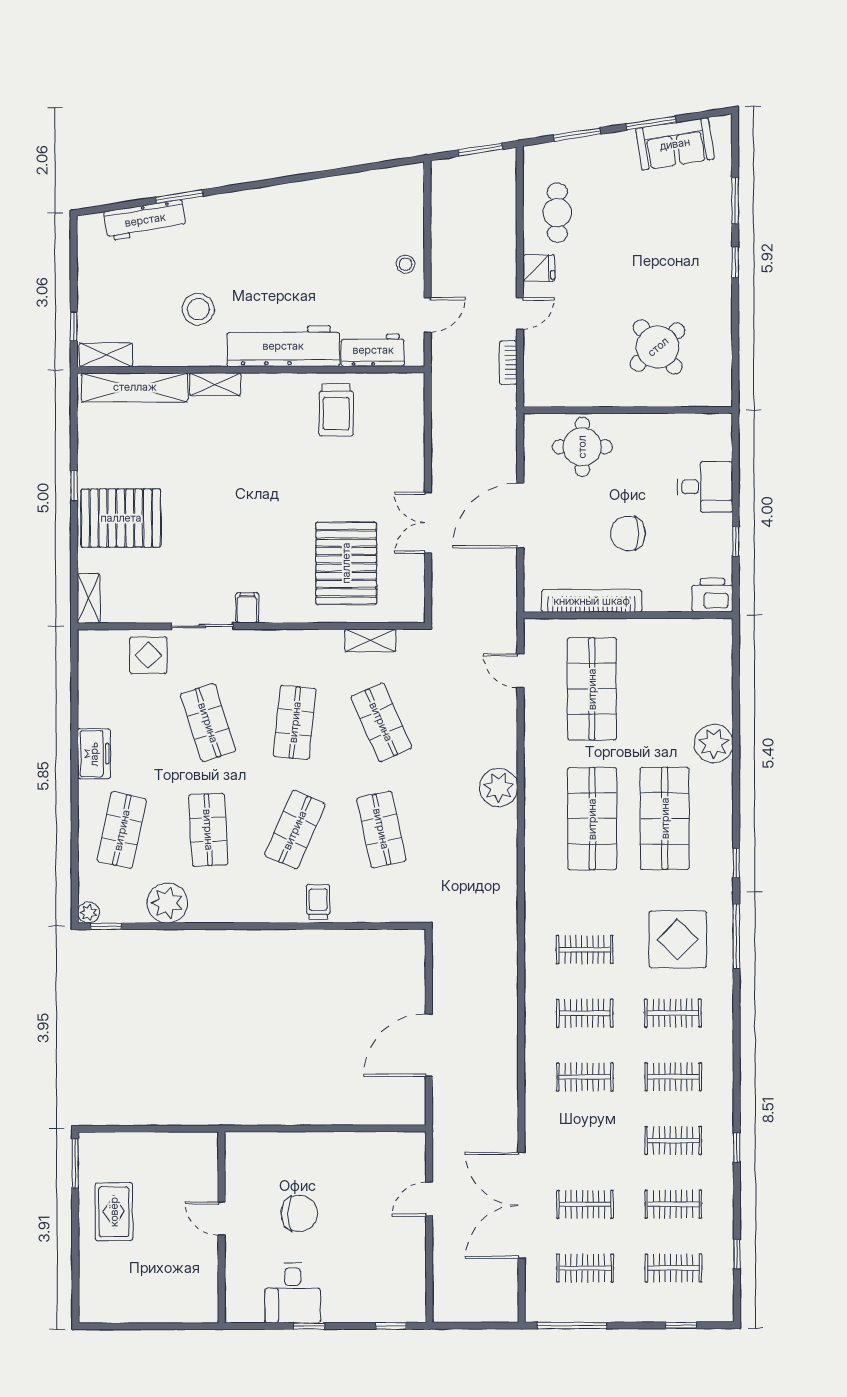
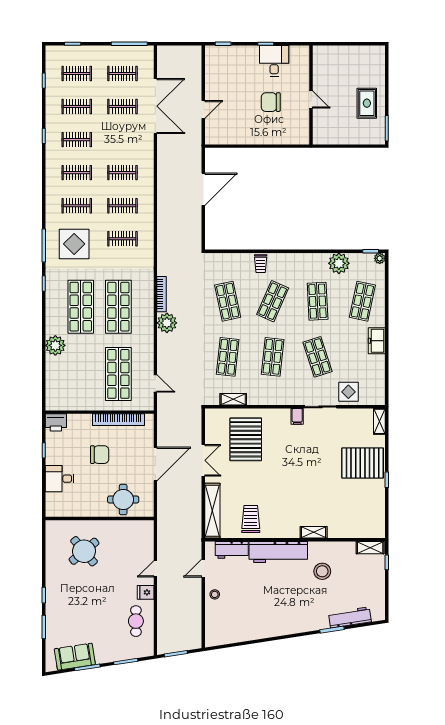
bookcase: (508, 363) -> (162, 294), moved, width x1.56
shelving: (135, 387) -> (212, 511), moved, turned 90
shop shelf: (381, 722) -> (228, 357), turned 30

